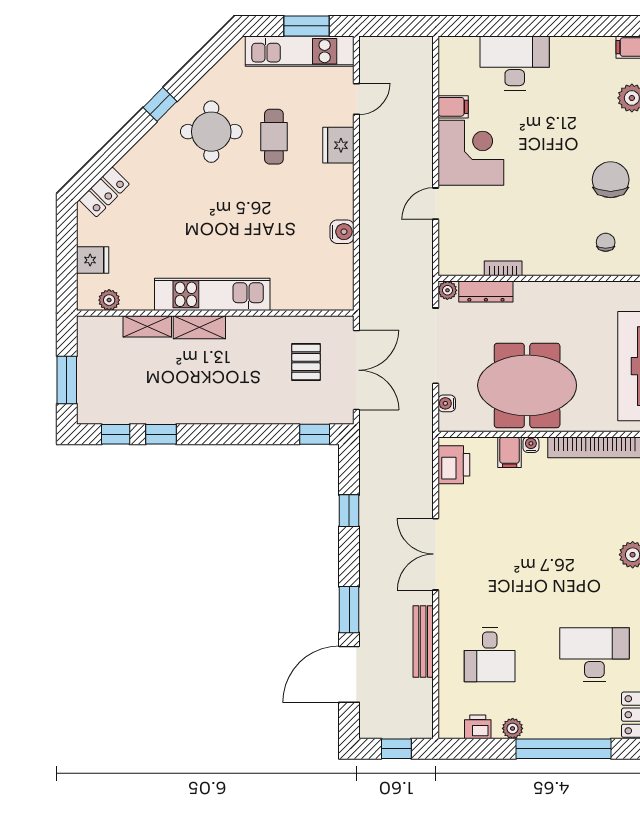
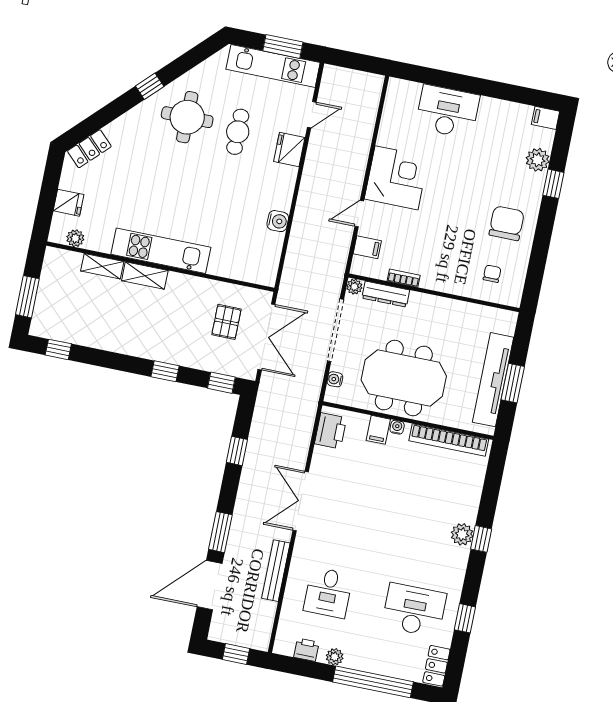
filing cabinet: (453, 107) -> (367, 247), moved
window: (161, 434) -> (165, 371), moved

